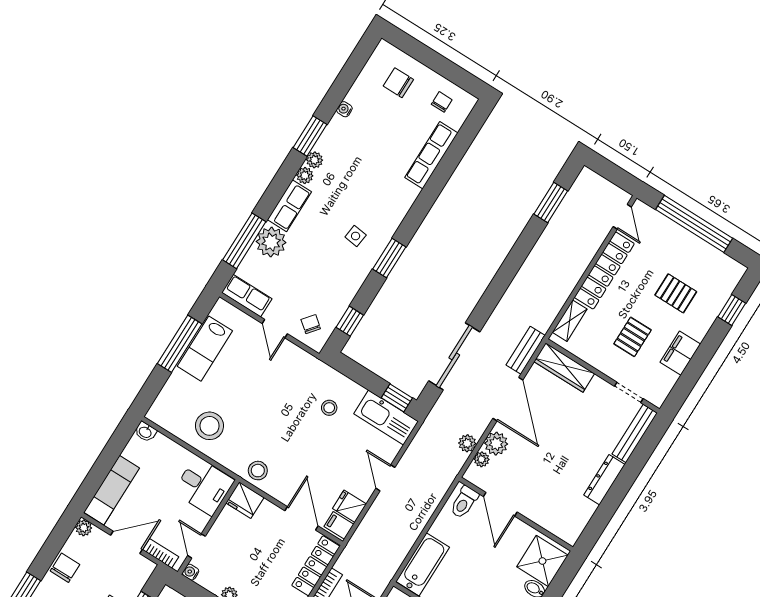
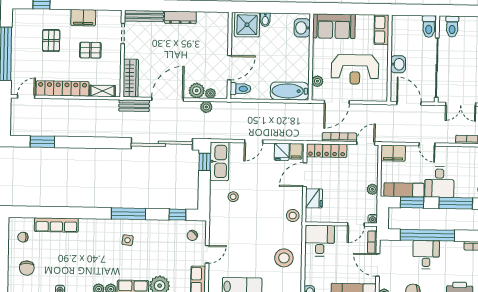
window: (389, 258) -> (128, 214), width x1.44
sliding door: (454, 356) -> (162, 144), width x1.36
fridge: (245, 500) -> (314, 198), moved

